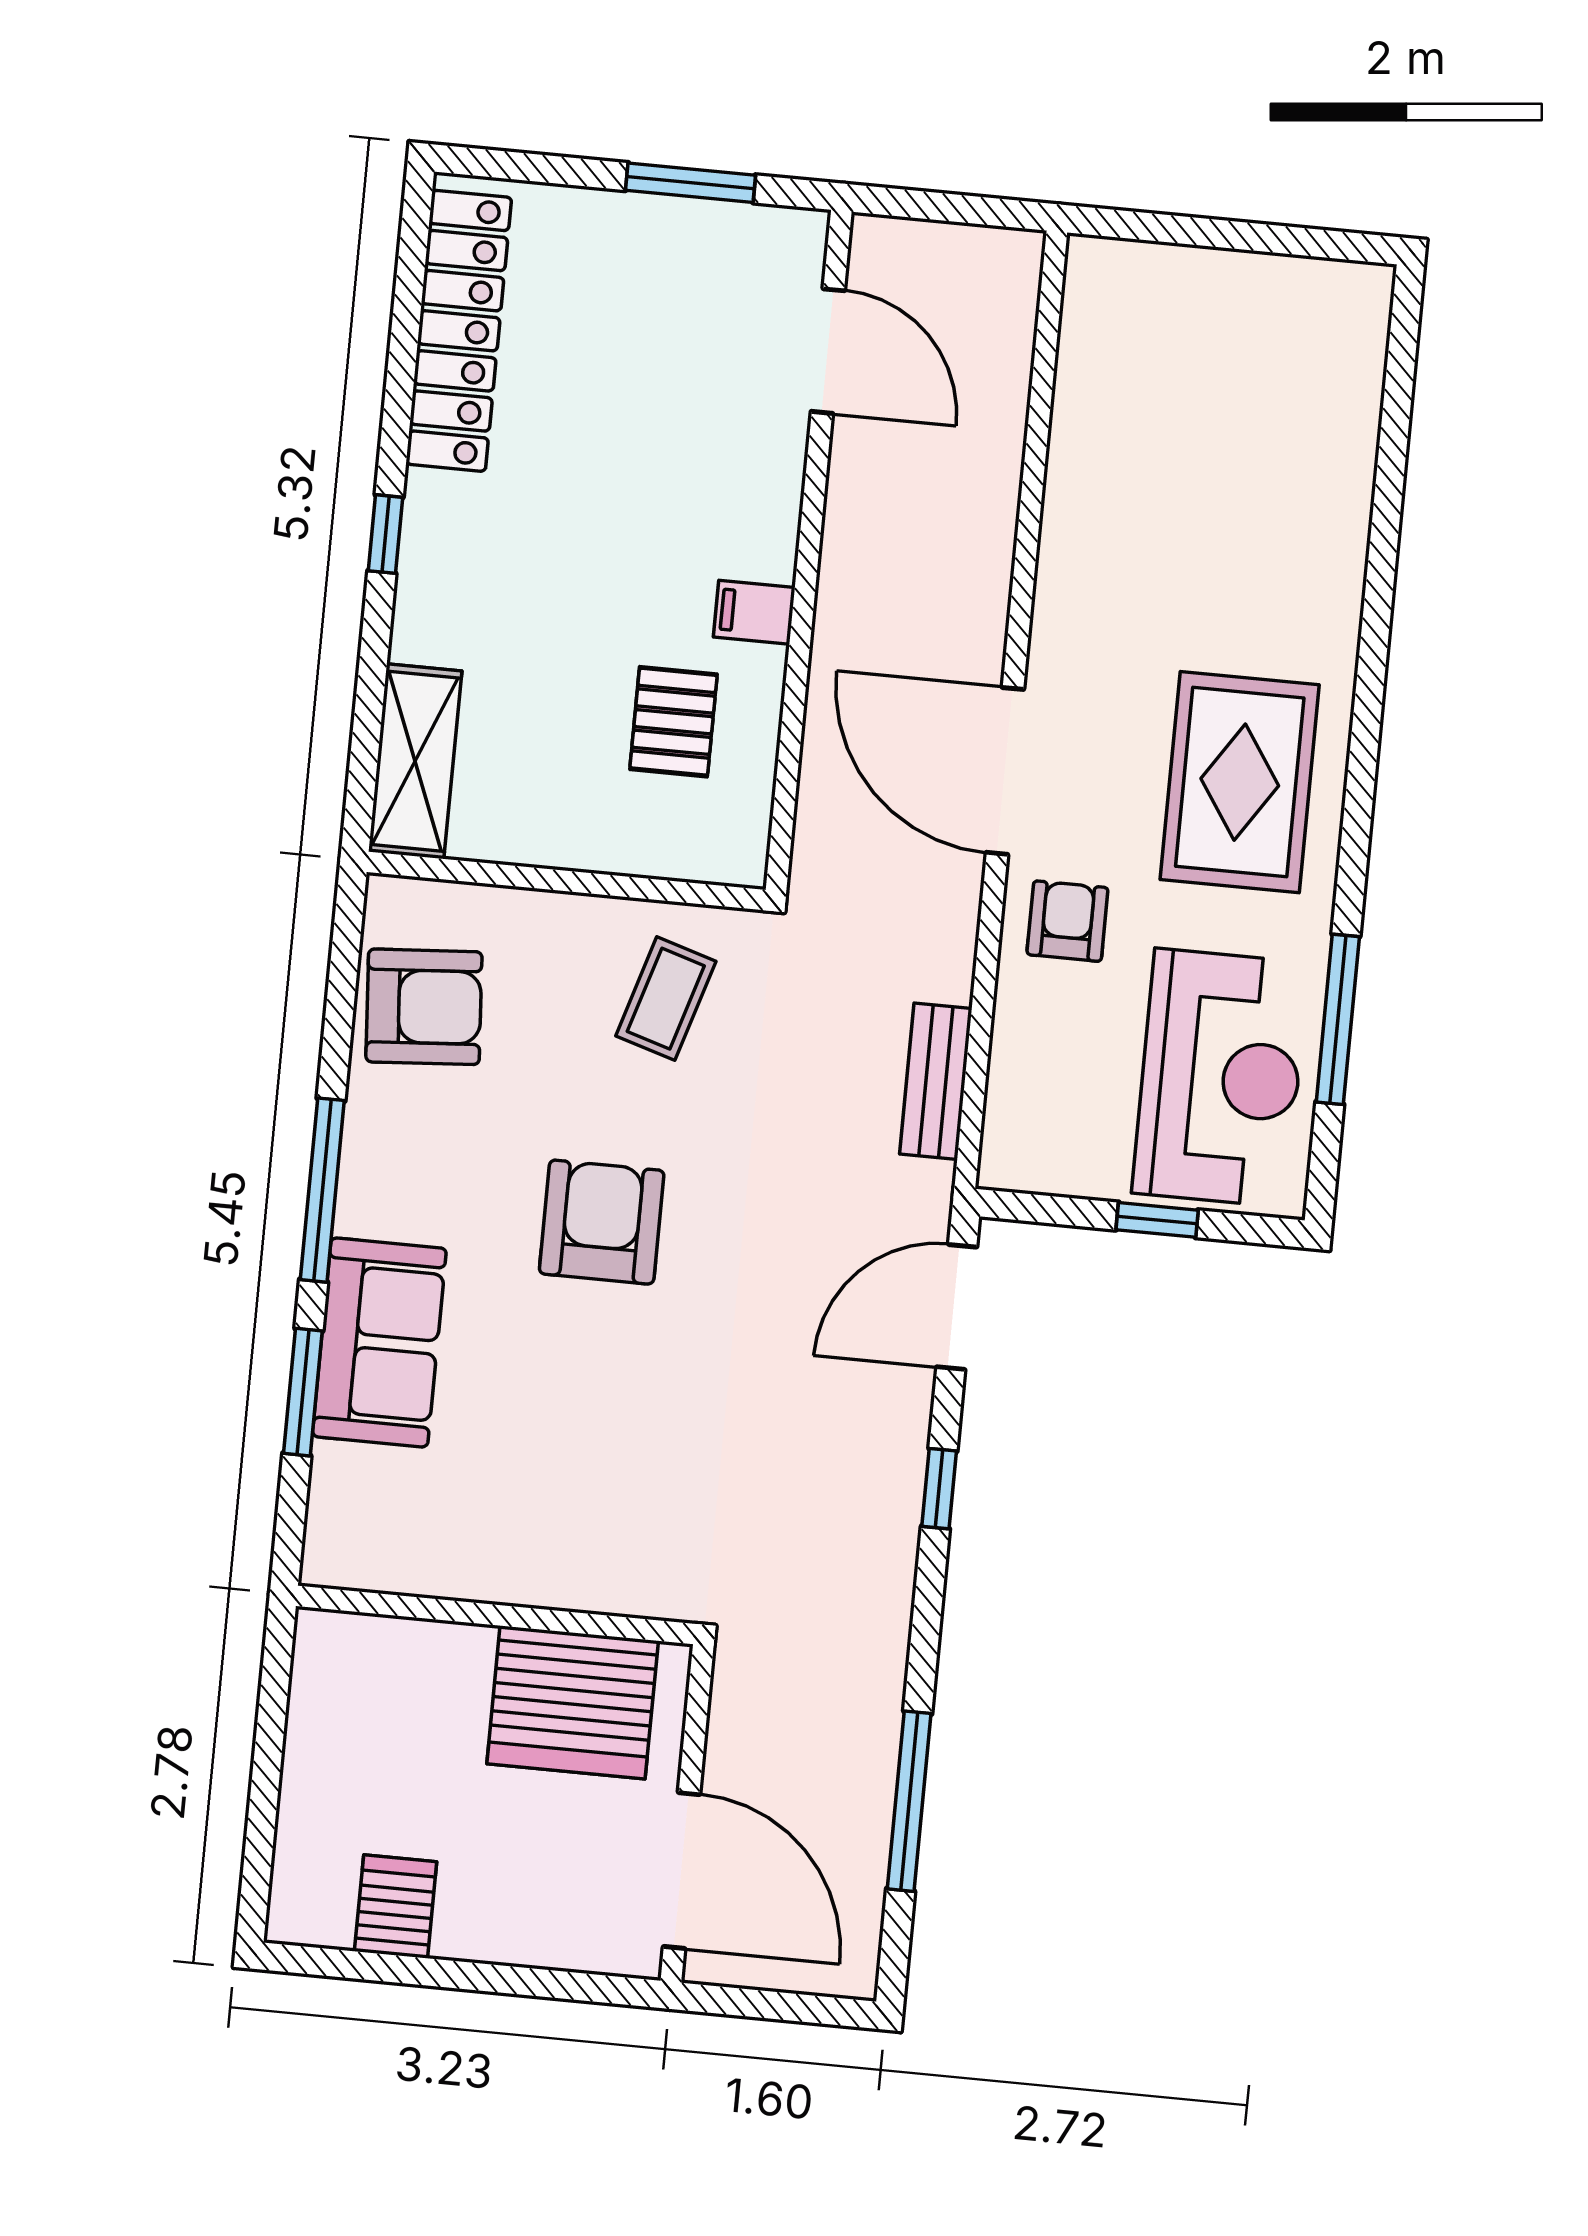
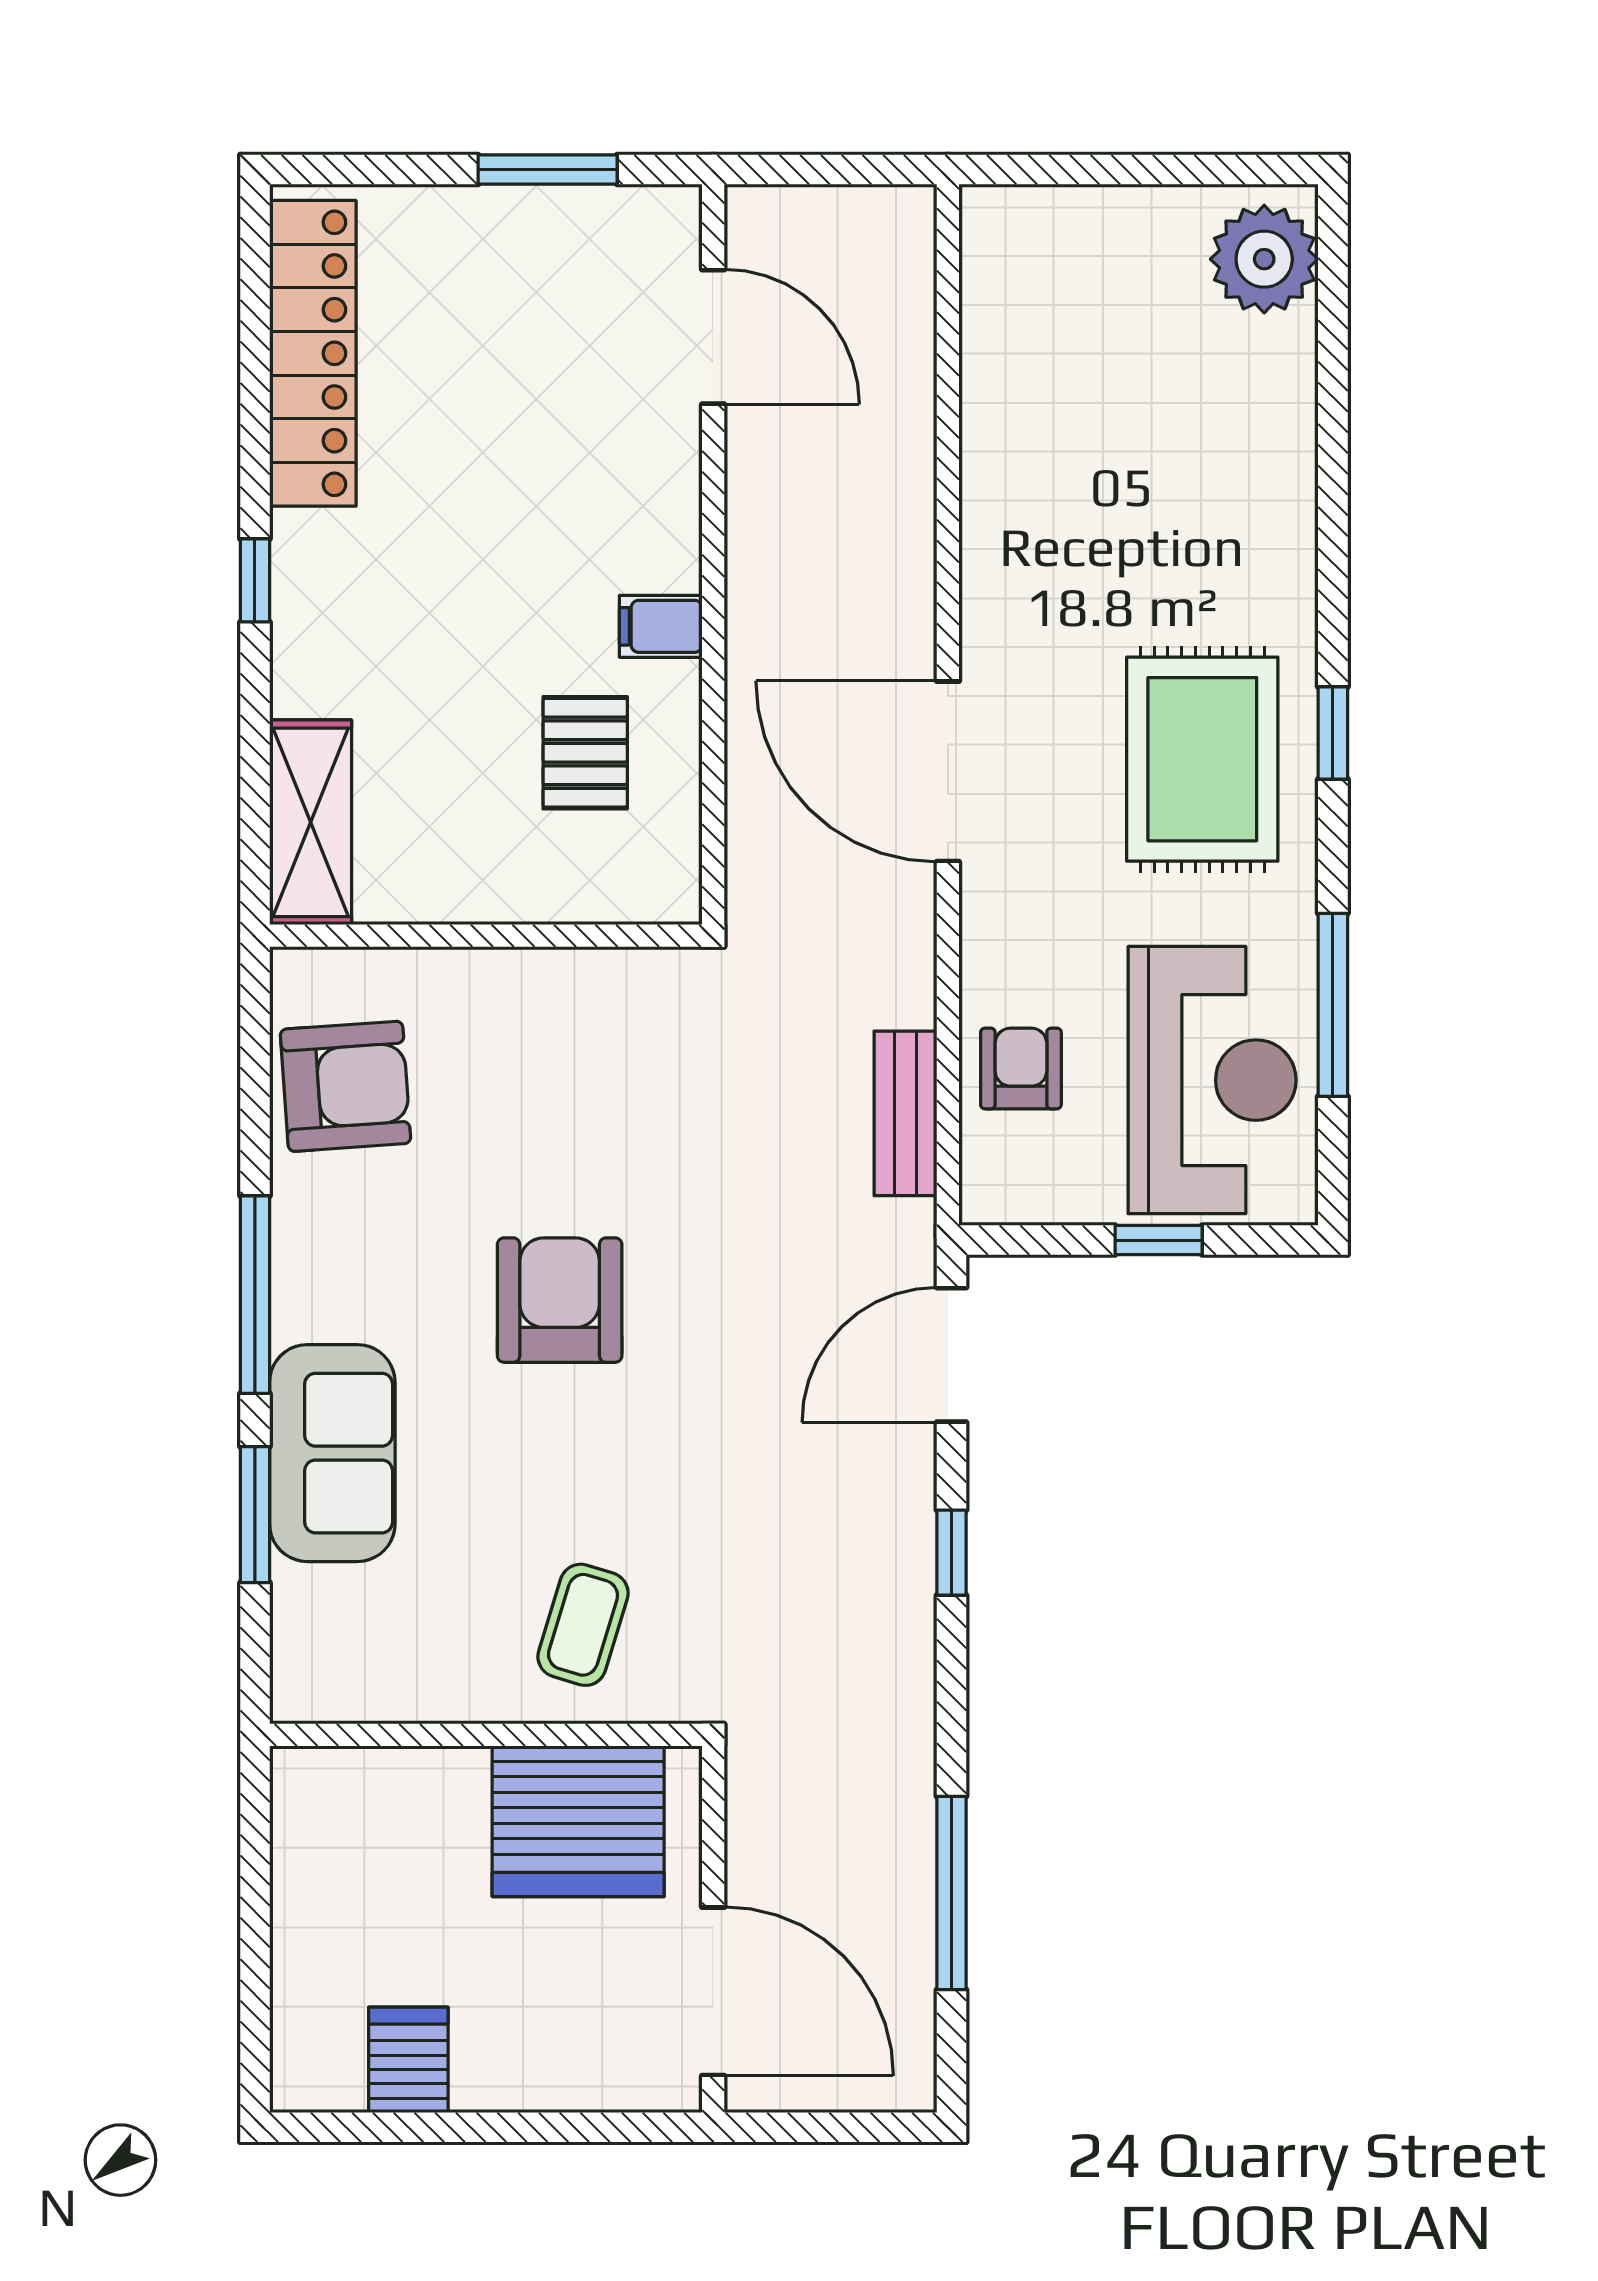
plant: (1341, 328) -> (1264, 259), added
window: (1362, 770) -> (1333, 733), added
armchair: (1067, 921) -> (1021, 1068), moved
coffee table: (666, 999) -> (583, 1625), moved

